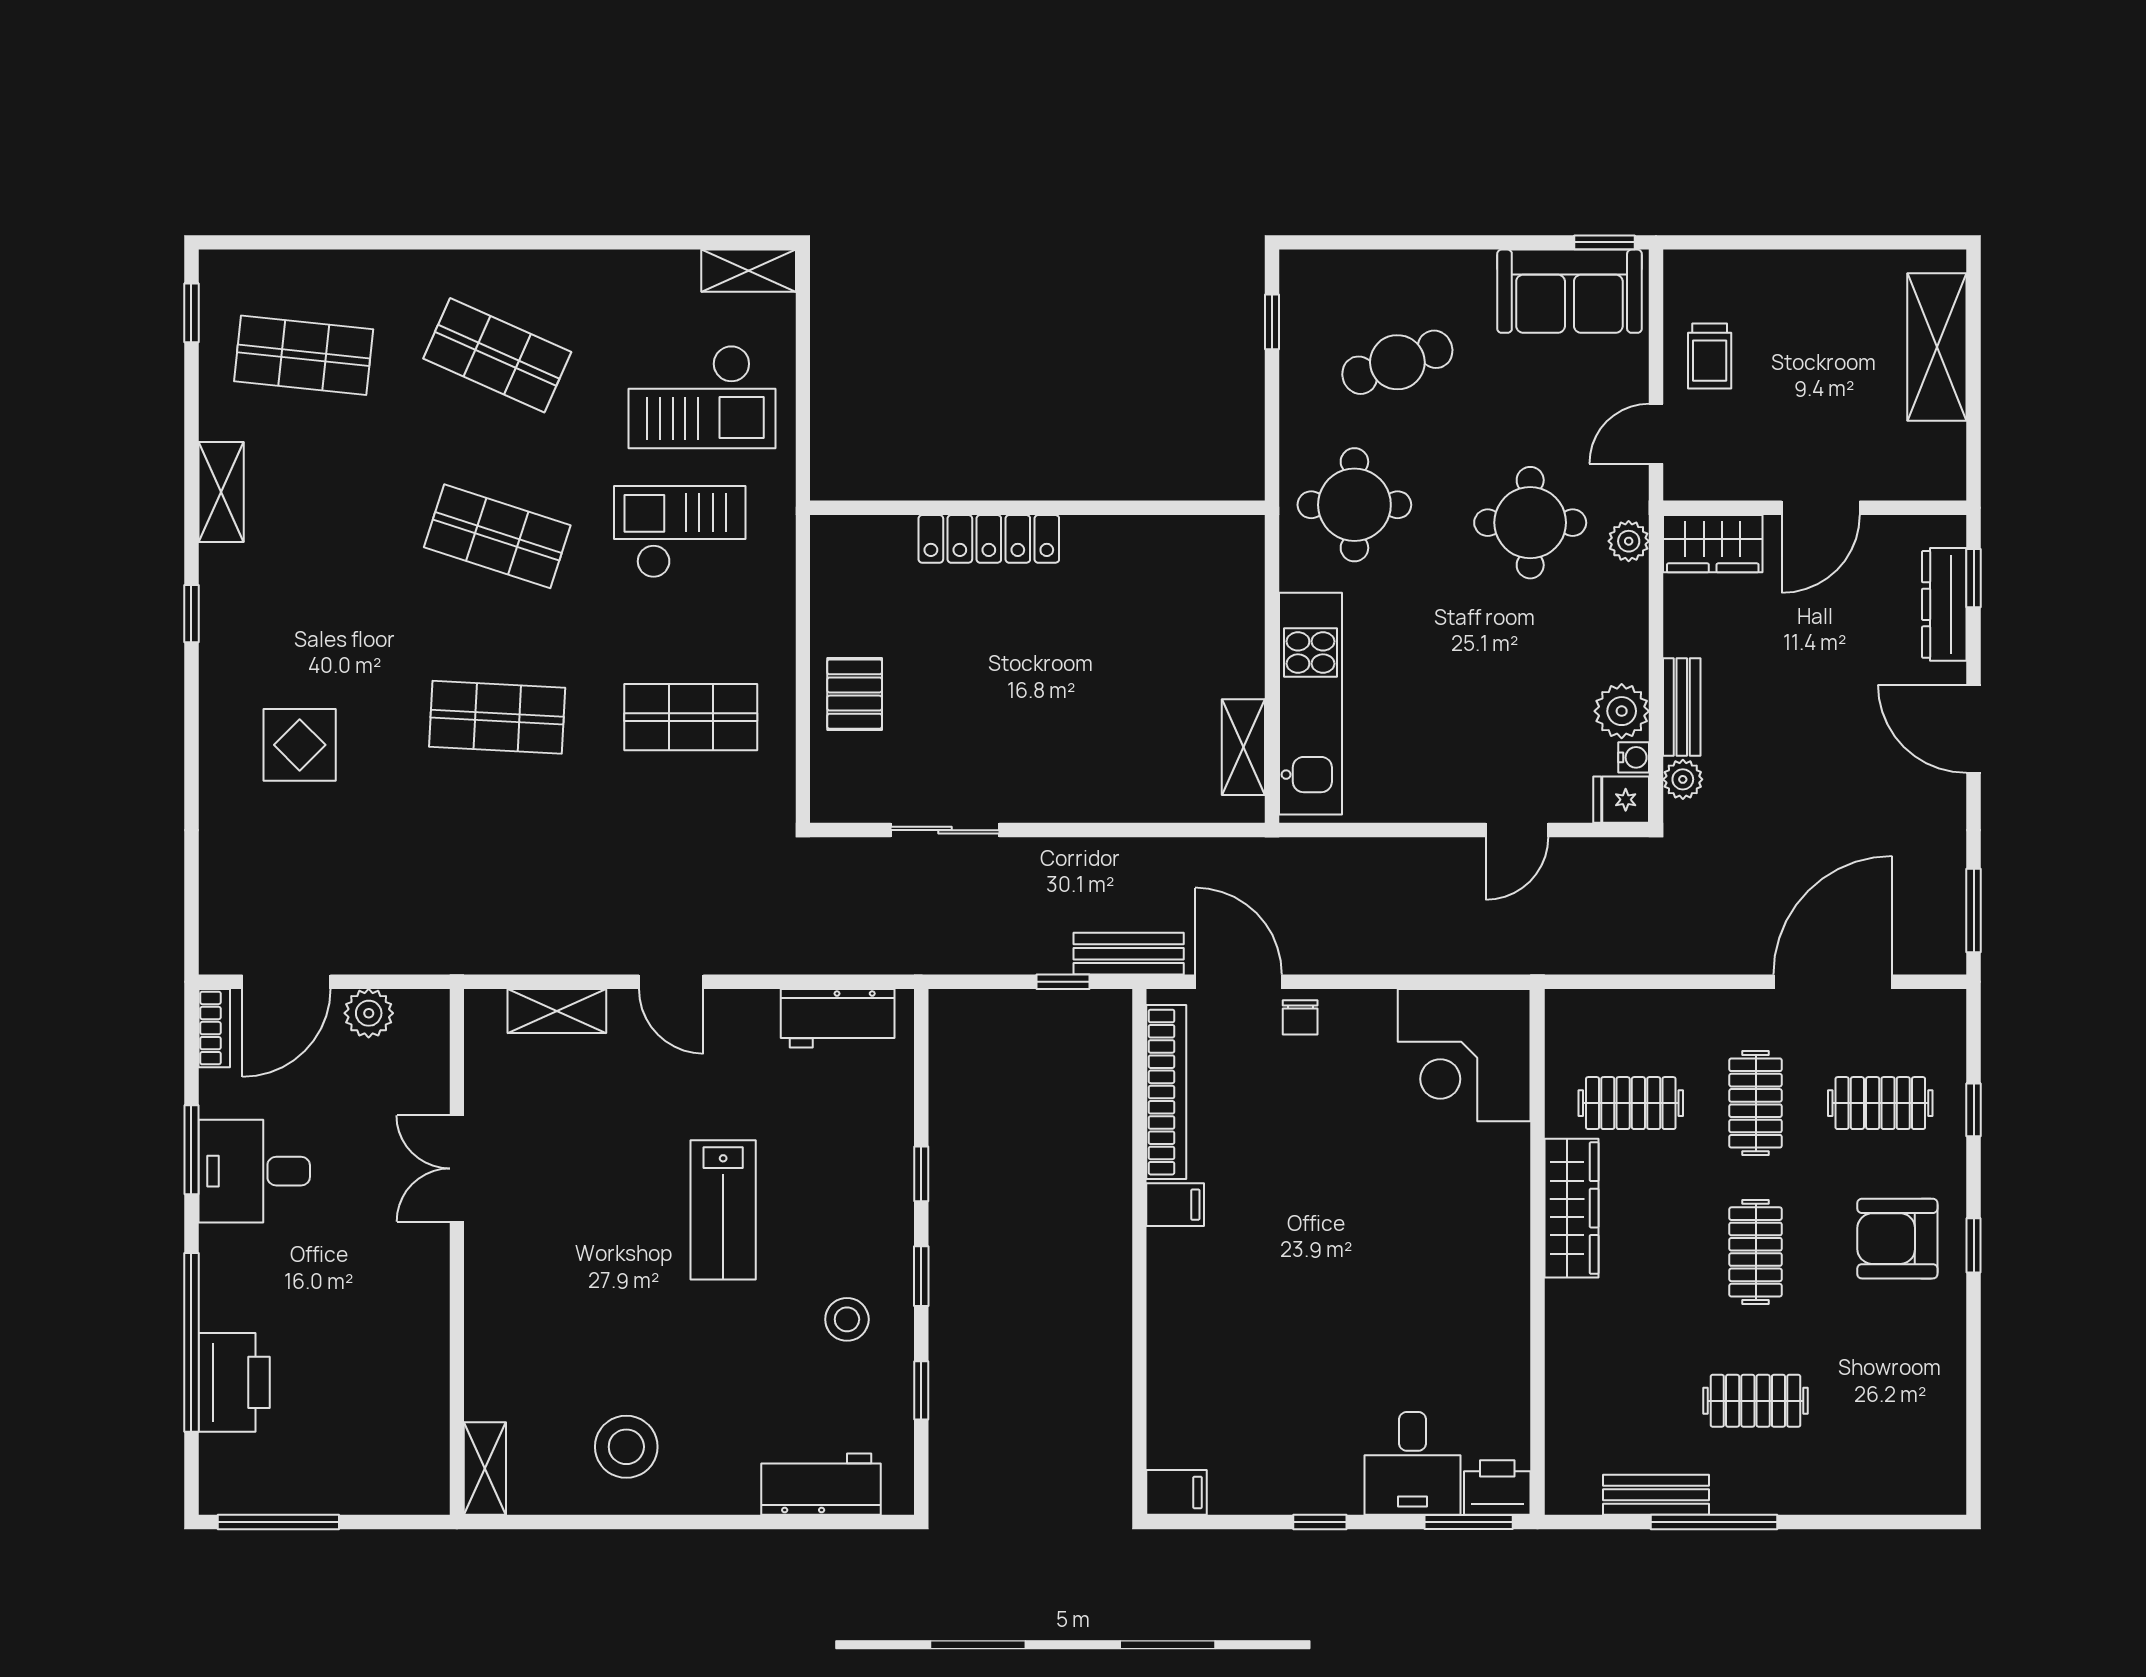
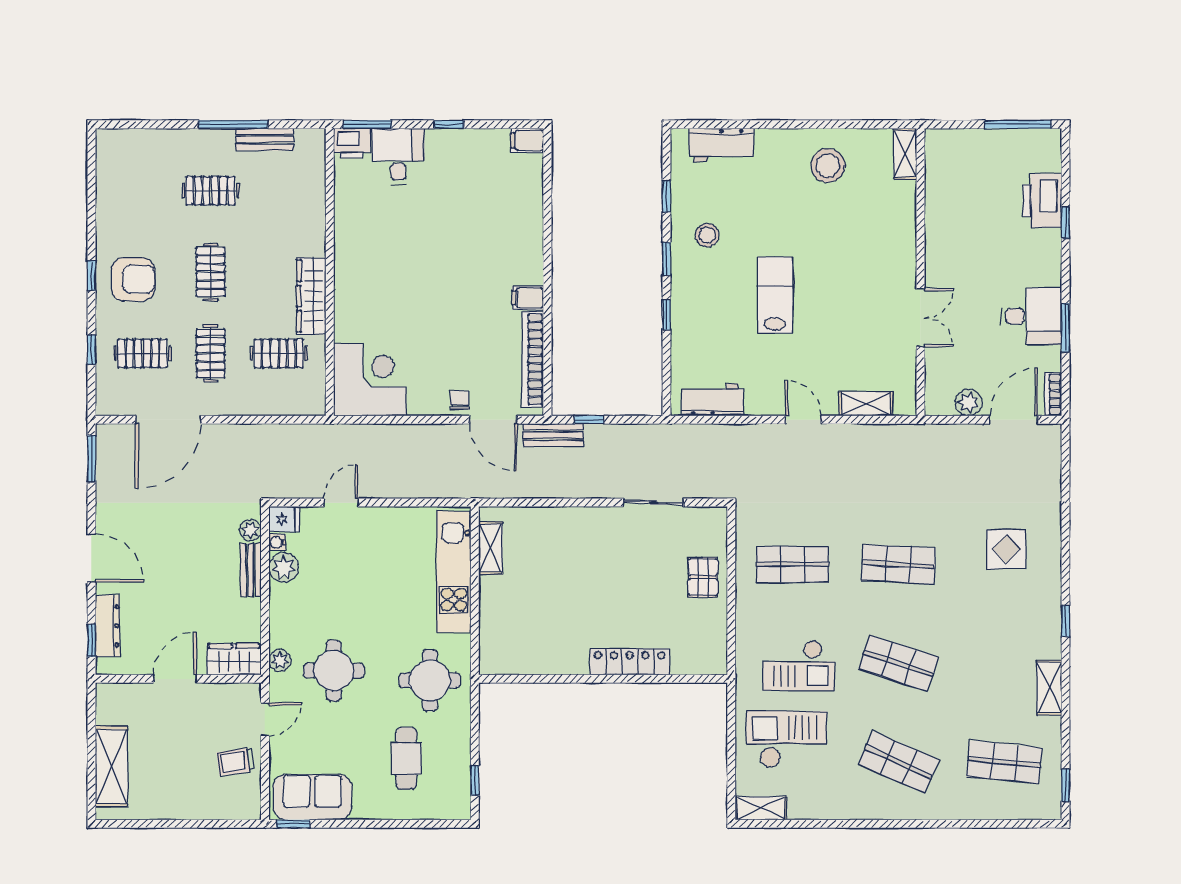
trolley: (1710, 356) -> (236, 762), turned -98
cafe table: (1397, 362) -> (406, 758), turned -71
window: (191, 1342) -> (1065, 223), width x0.32

